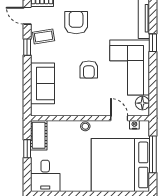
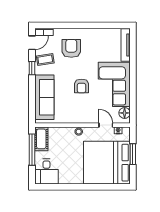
door: (27, 16) -> (32, 43), swing flipped
window: (153, 43) -> (133, 65), removed
sofa: (42, 83) -> (44, 97), width x1.36
window: (27, 149) -> (32, 150), width x2.17
window: (153, 154) -> (133, 154), width x0.69

